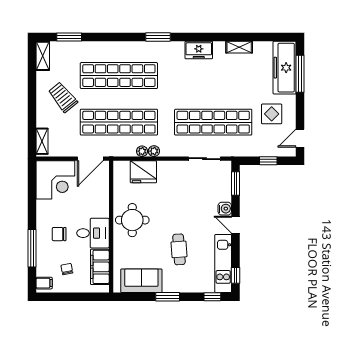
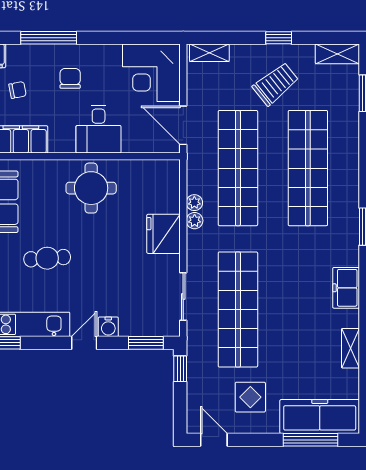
window: (32, 95) -> (279, 38), added
window: (268, 161) -> (180, 369), moved
fridge: (143, 172) -> (163, 234), moved
desk: (93, 233) -> (99, 129), moved

